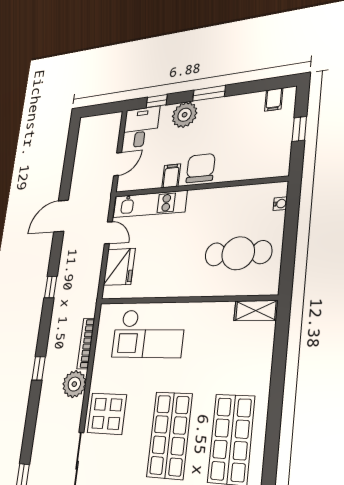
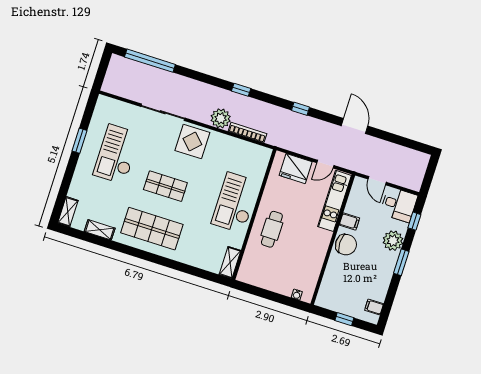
cafe table: (238, 253) -> (272, 229), moved, width x0.73, depth x0.74
checkout: (148, 334) -> (235, 203), moved
shop shelf: (169, 435) -> (165, 186), width x0.70, depth x0.74

